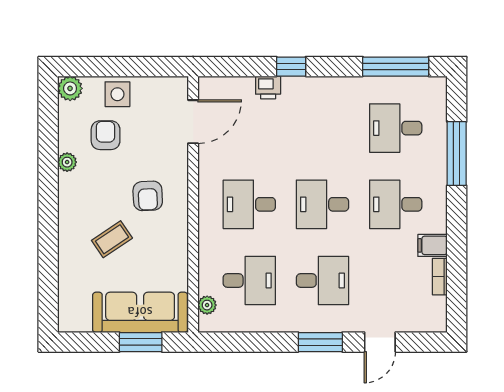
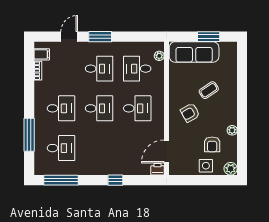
printer: (268, 87) -> (158, 169), moved
armchair: (148, 196) -> (190, 113), turned -116
filing cabinet: (432, 245) -> (42, 54), moved
desk: (322, 280) -> (99, 69), turned 180
window: (141, 342) -> (209, 37), moved

